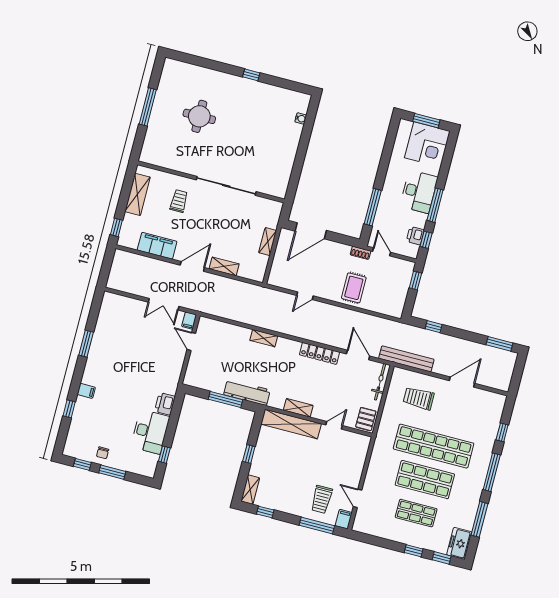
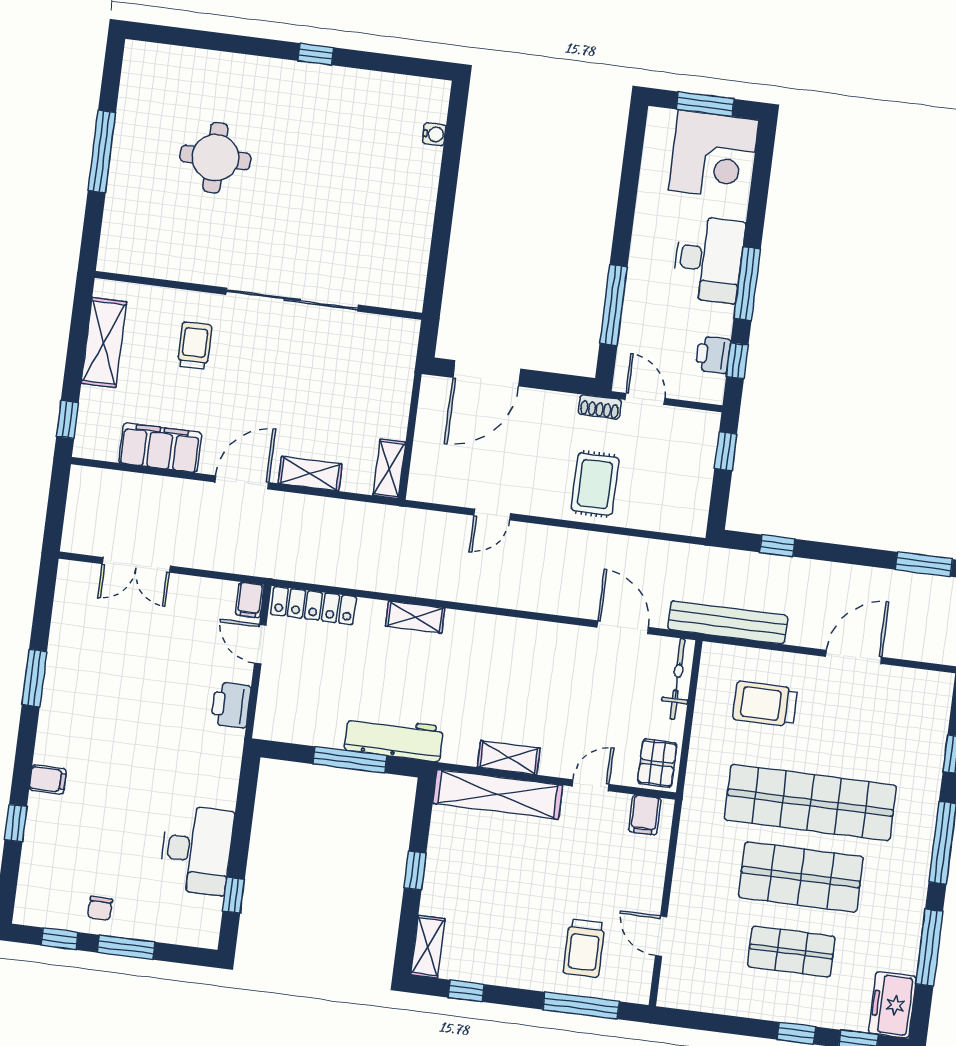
shelving: (268, 242) -> (389, 469), moved
double door: (164, 304) -> (136, 565), moved
locker: (320, 353) -> (314, 606), moved
printer: (165, 404) -> (231, 705), moved
filing cabinet: (344, 519) -> (645, 815), moved, turned 180

